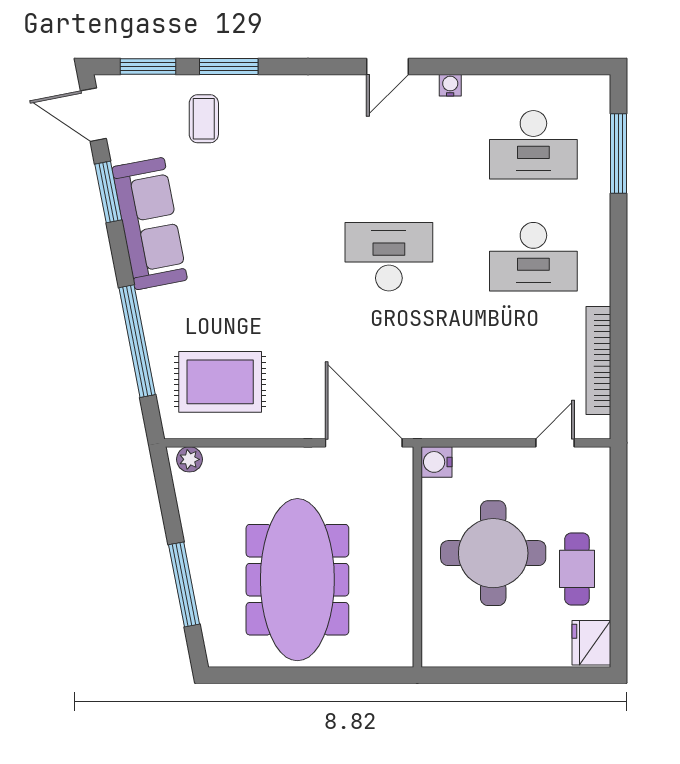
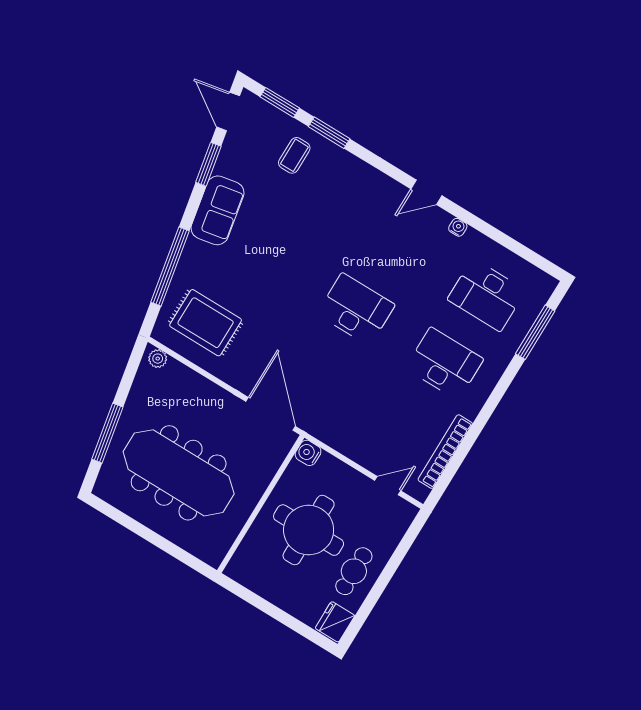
sofa: (150, 224) -> (218, 210), width x0.73
desk: (533, 257) -> (444, 364), turned 180
meeting table: (297, 580) -> (179, 473), turned 90

